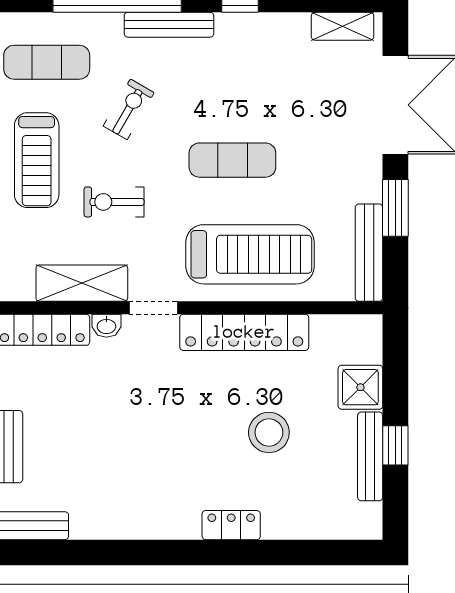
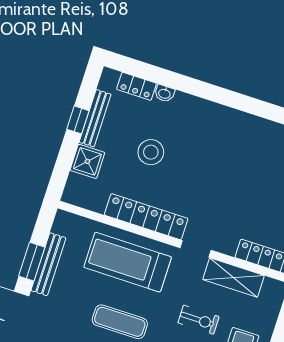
bench: (369, 253) -> (48, 264), moved
washbasin: (106, 326) -> (164, 93), moved, turned 180
locker: (231, 525) -> (136, 86), moved

